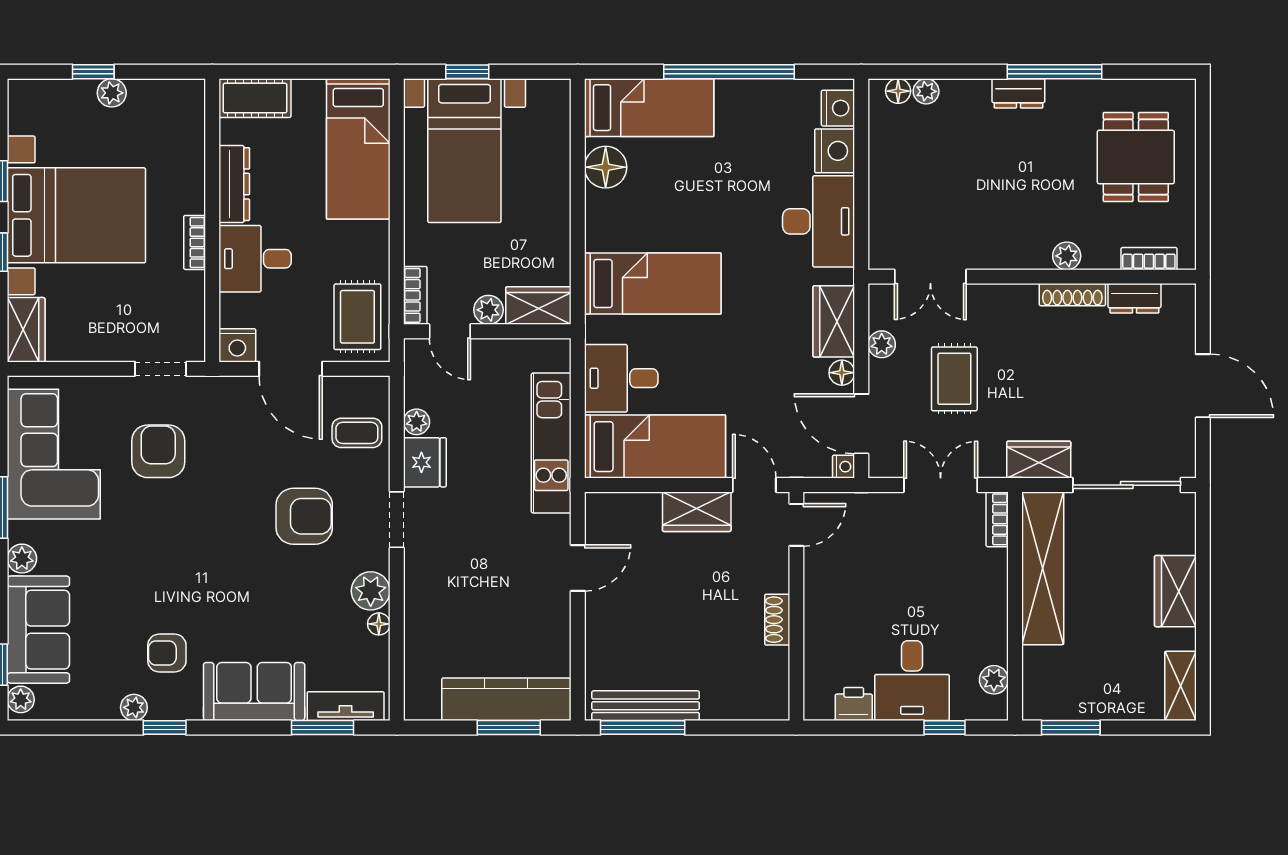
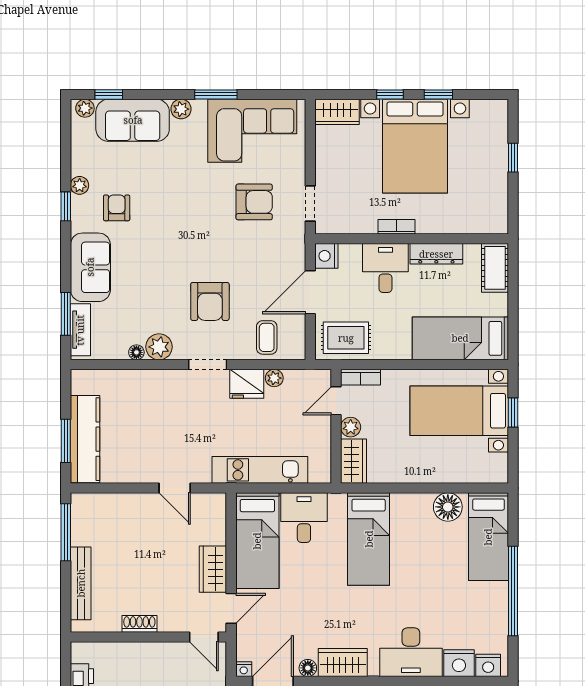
plant: (112, 93) -> (499, 170), removed
bench: (646, 706) -> (81, 583), moved

